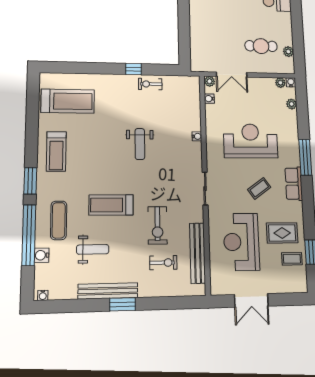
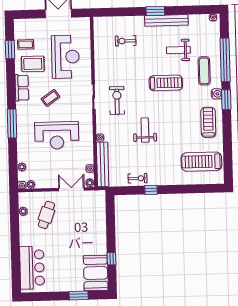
cafe table: (261, 46) -> (46, 215), turned -70
row of seats: (294, 184) -> (22, 88), moved
exercise bike: (158, 225) -> (117, 100), moved
bench: (198, 253) -> (103, 164), moved
water cooler: (42, 255) -> (217, 94), moved

